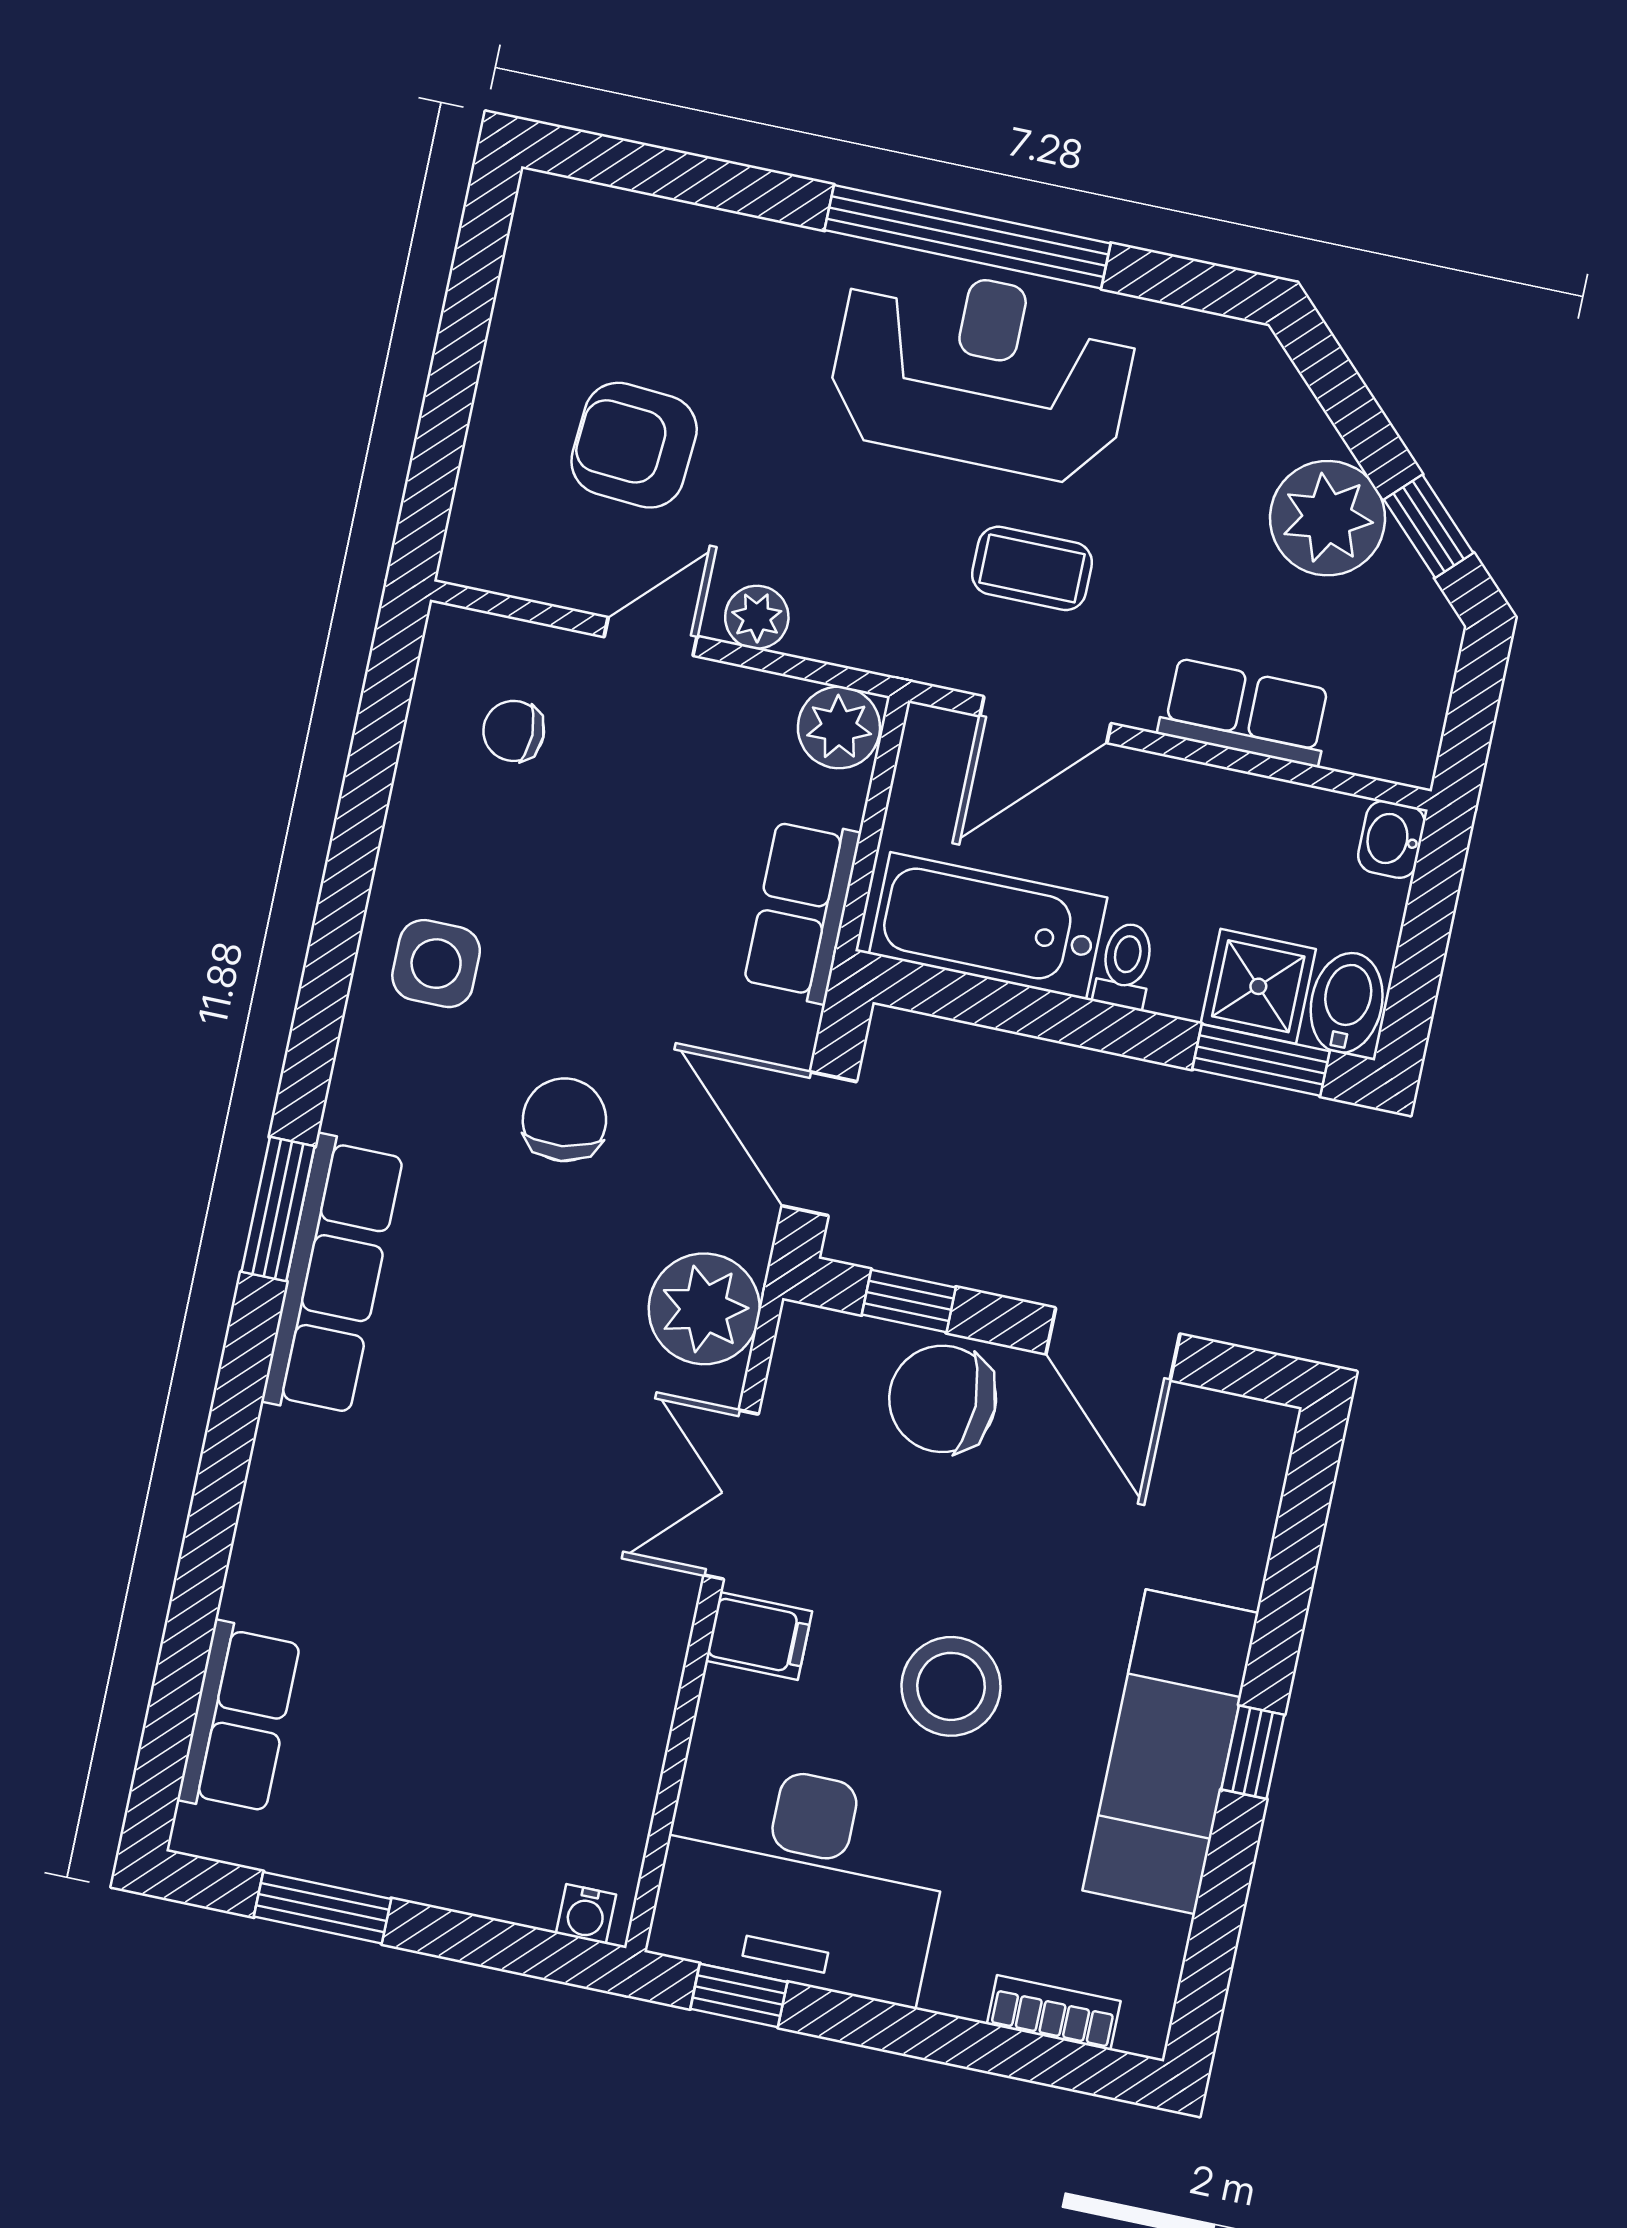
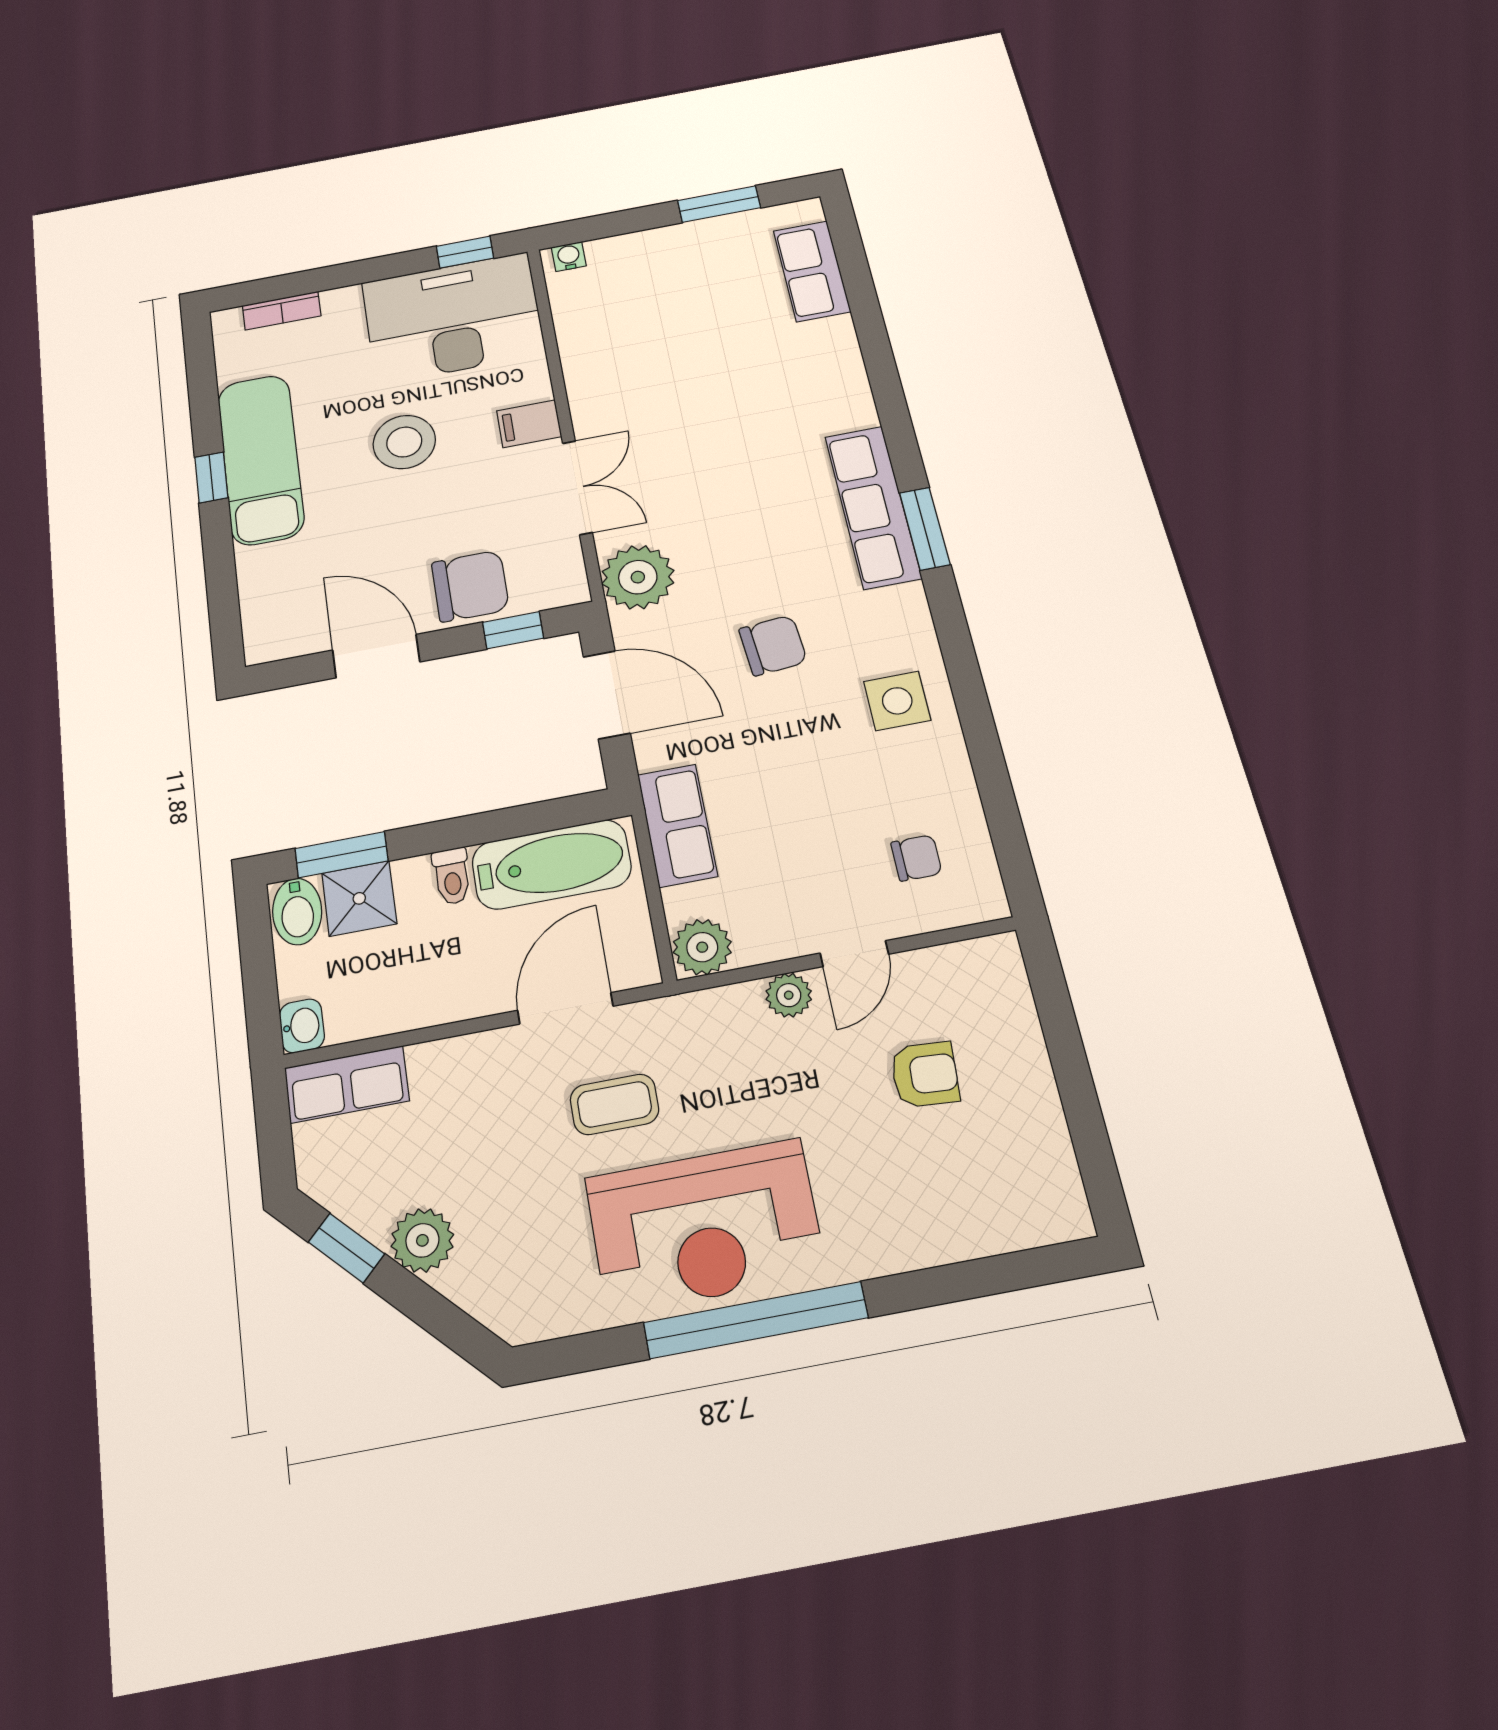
armchair: (634, 445) -> (925, 1074), width x0.72, depth x0.72
plant: (1327, 518) -> (422, 1240), width x0.73, depth x0.73
row of seats: (1245, 712) -> (347, 1084), moved
chair: (564, 1120) -> (773, 645), turned -88

